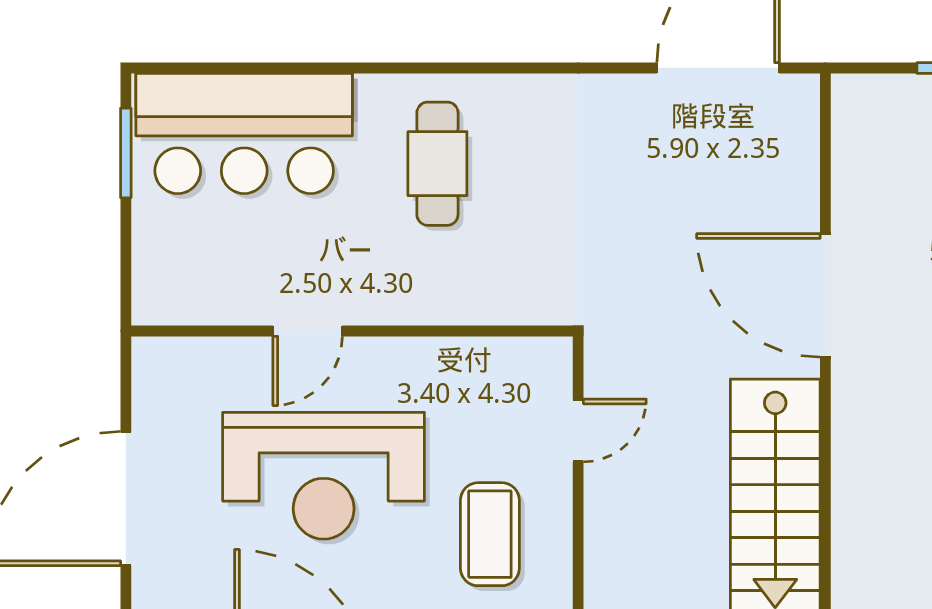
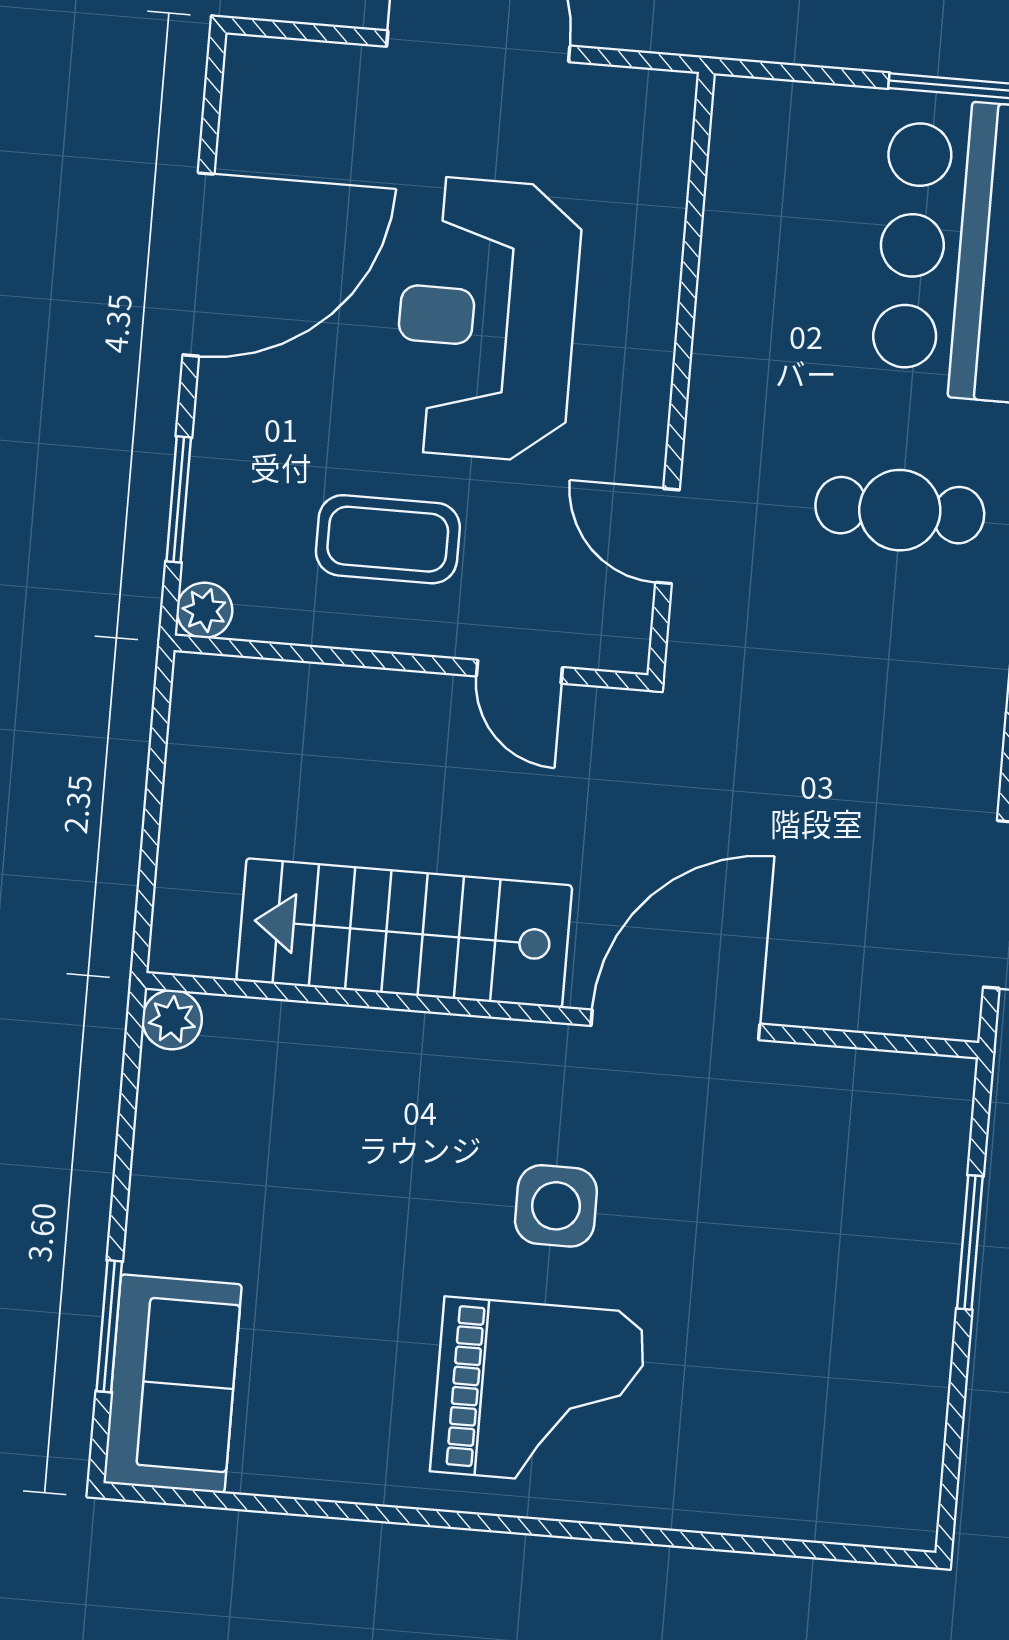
door: (308, 331) -> (667, 536), moved

